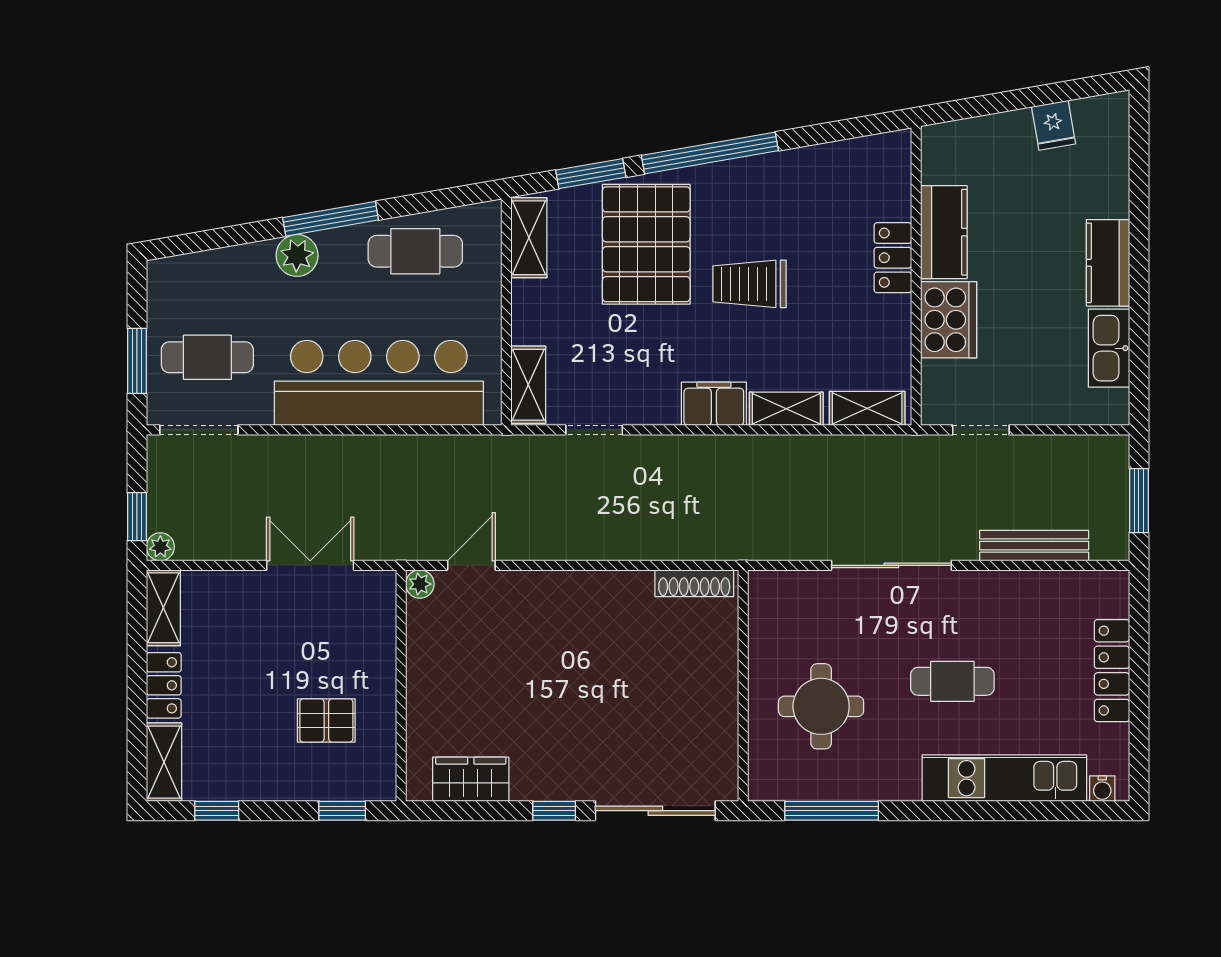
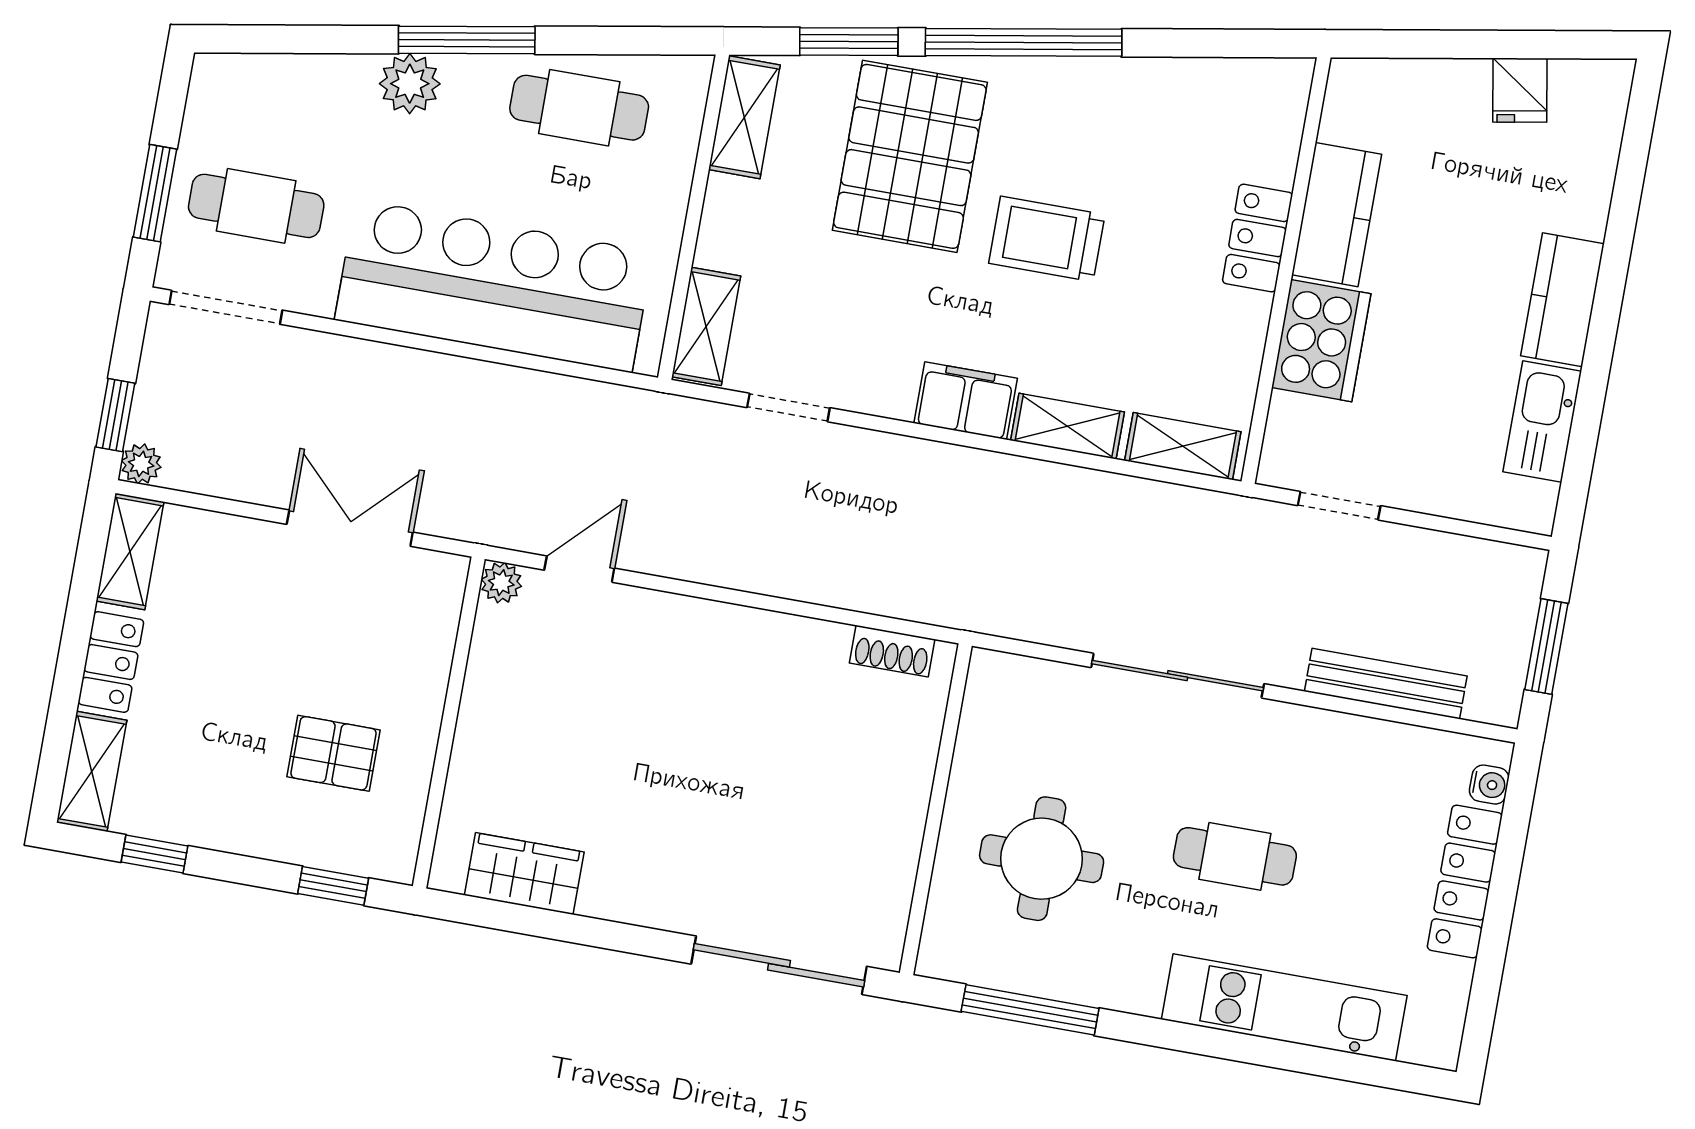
shoe rack: (694, 583) -> (892, 651), width x0.70
water cooler: (1102, 789) -> (1489, 785), moved, turned -90
window: (554, 811) -> (635, 940), removed

